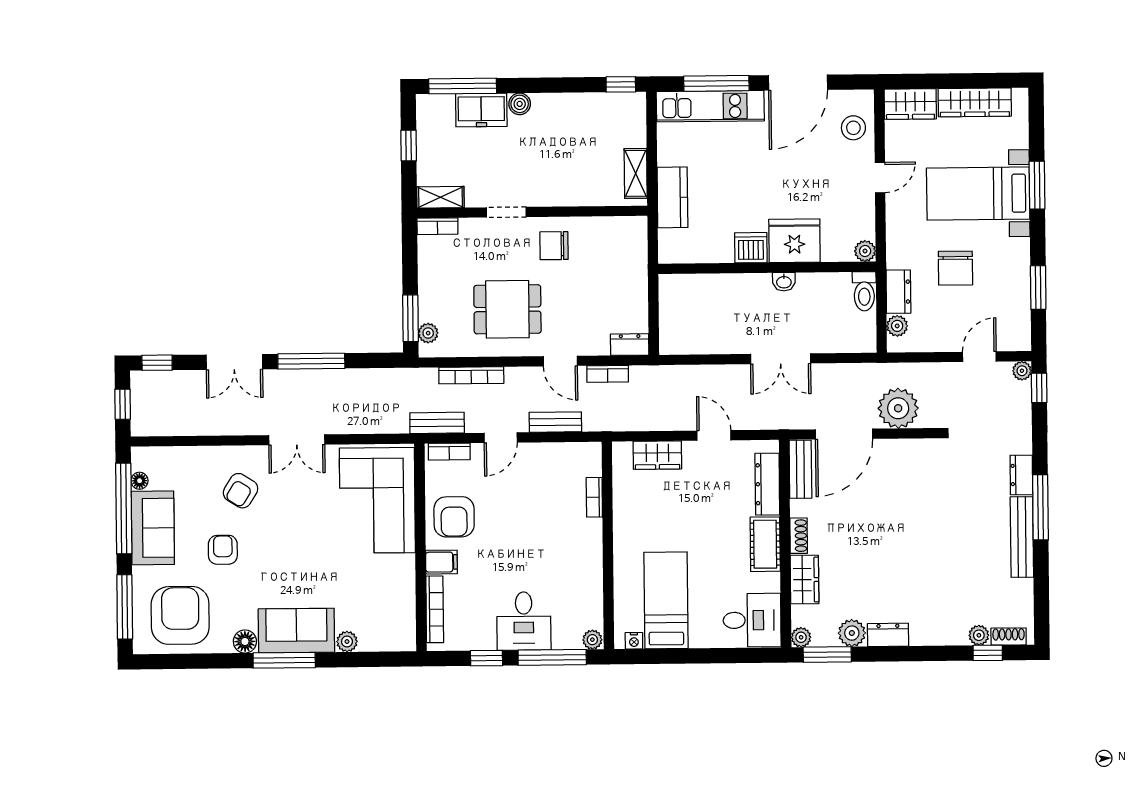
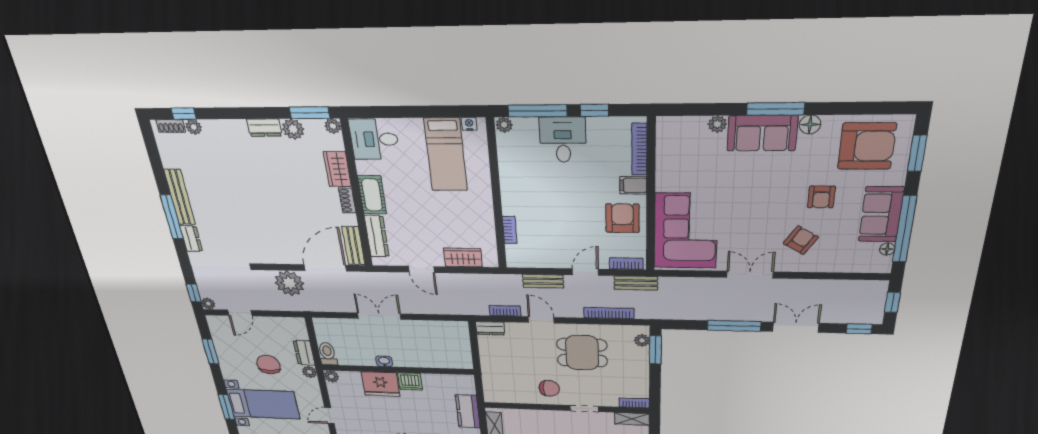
plant: (897, 326) -> (309, 372), moved
window: (125, 607) -> (917, 153), width x0.69
armchair: (180, 615) -> (867, 146), turned -90

